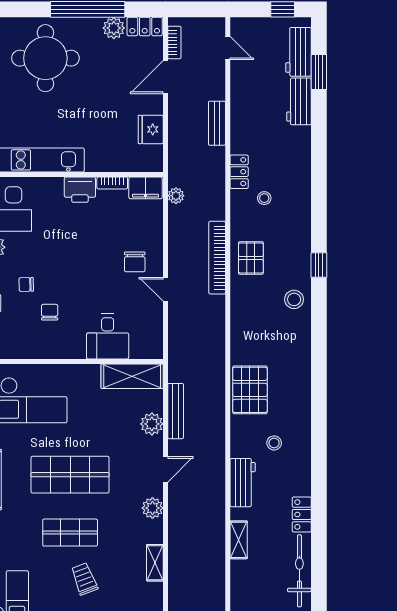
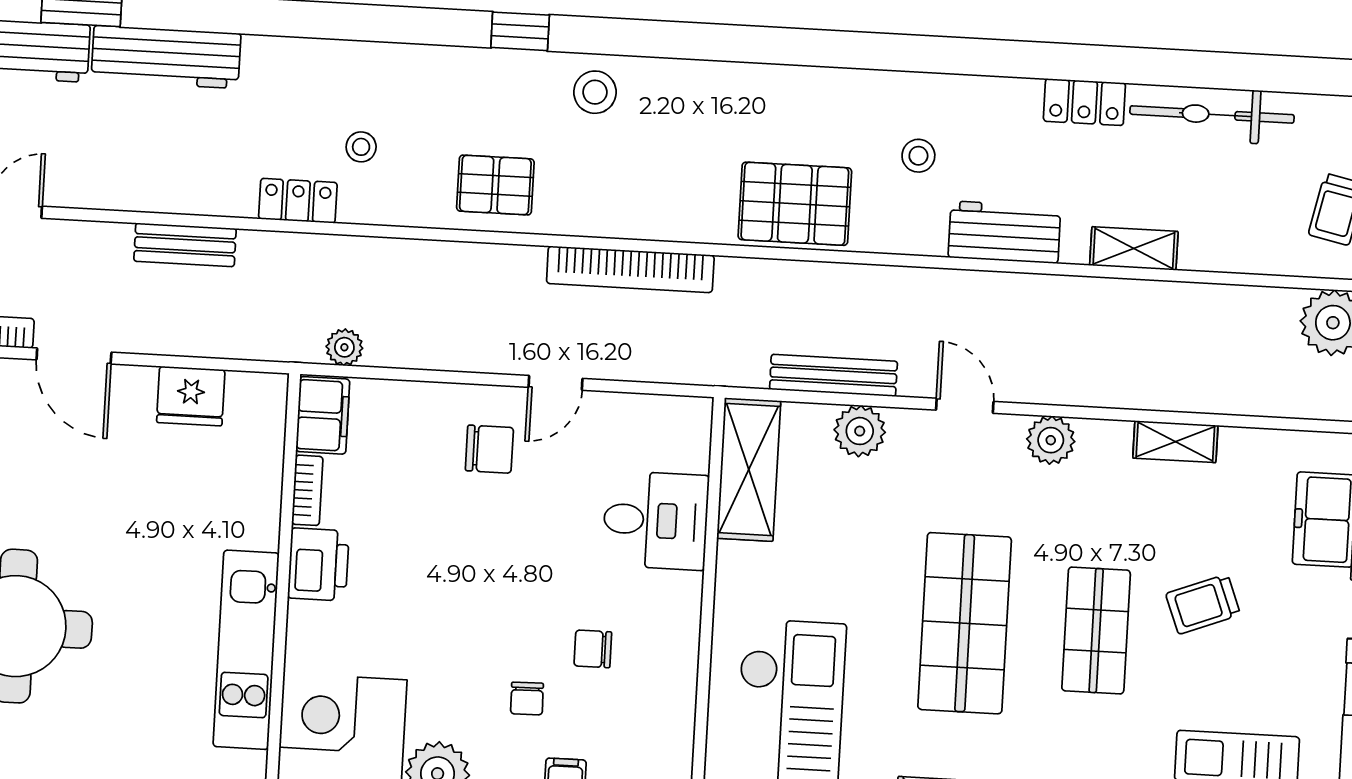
workbench: (299, 101) -> (166, 57), width x1.38
bookcase: (217, 258) -> (630, 269), moved

